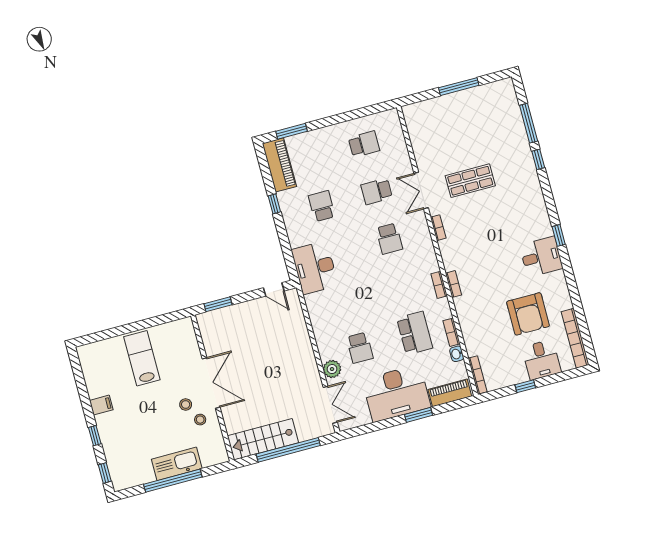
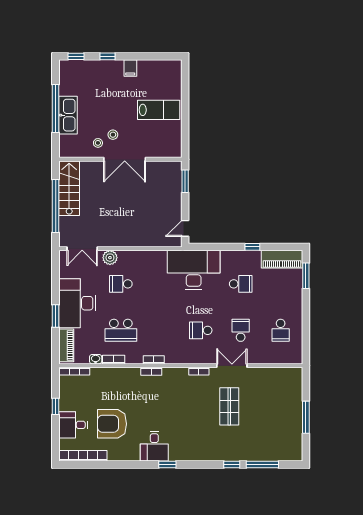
desk: (315, 268) -> (194, 270), width x1.36, depth x1.30

